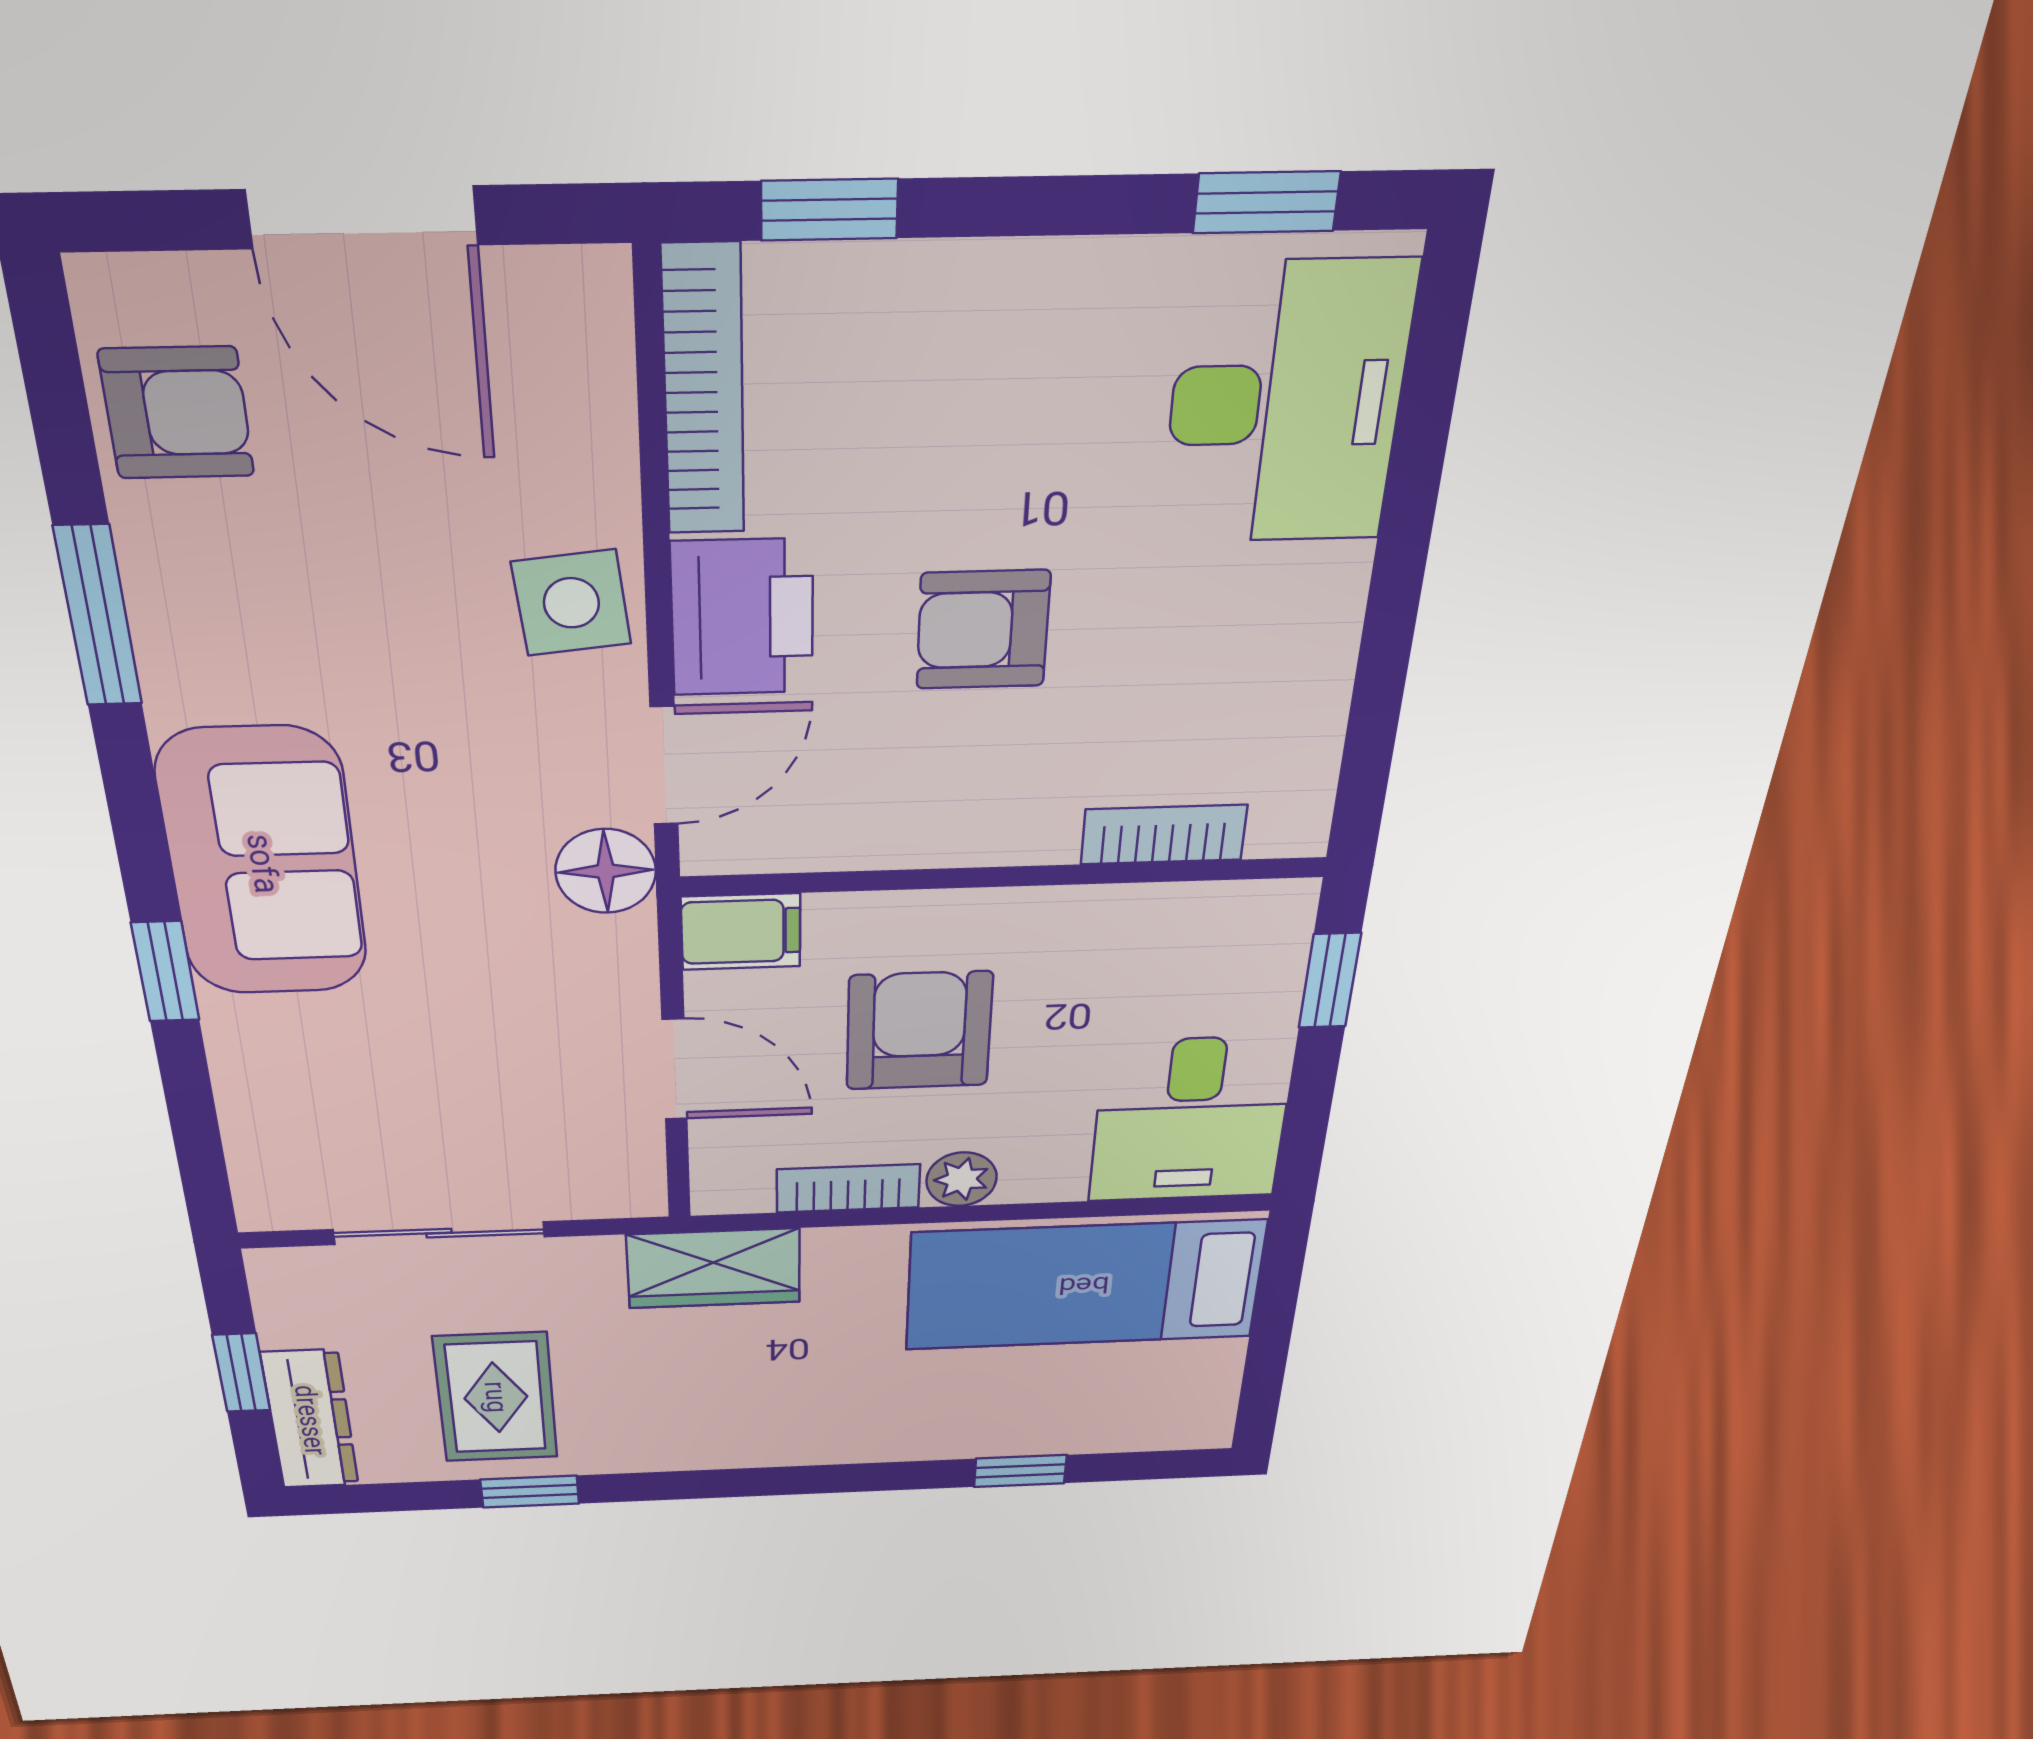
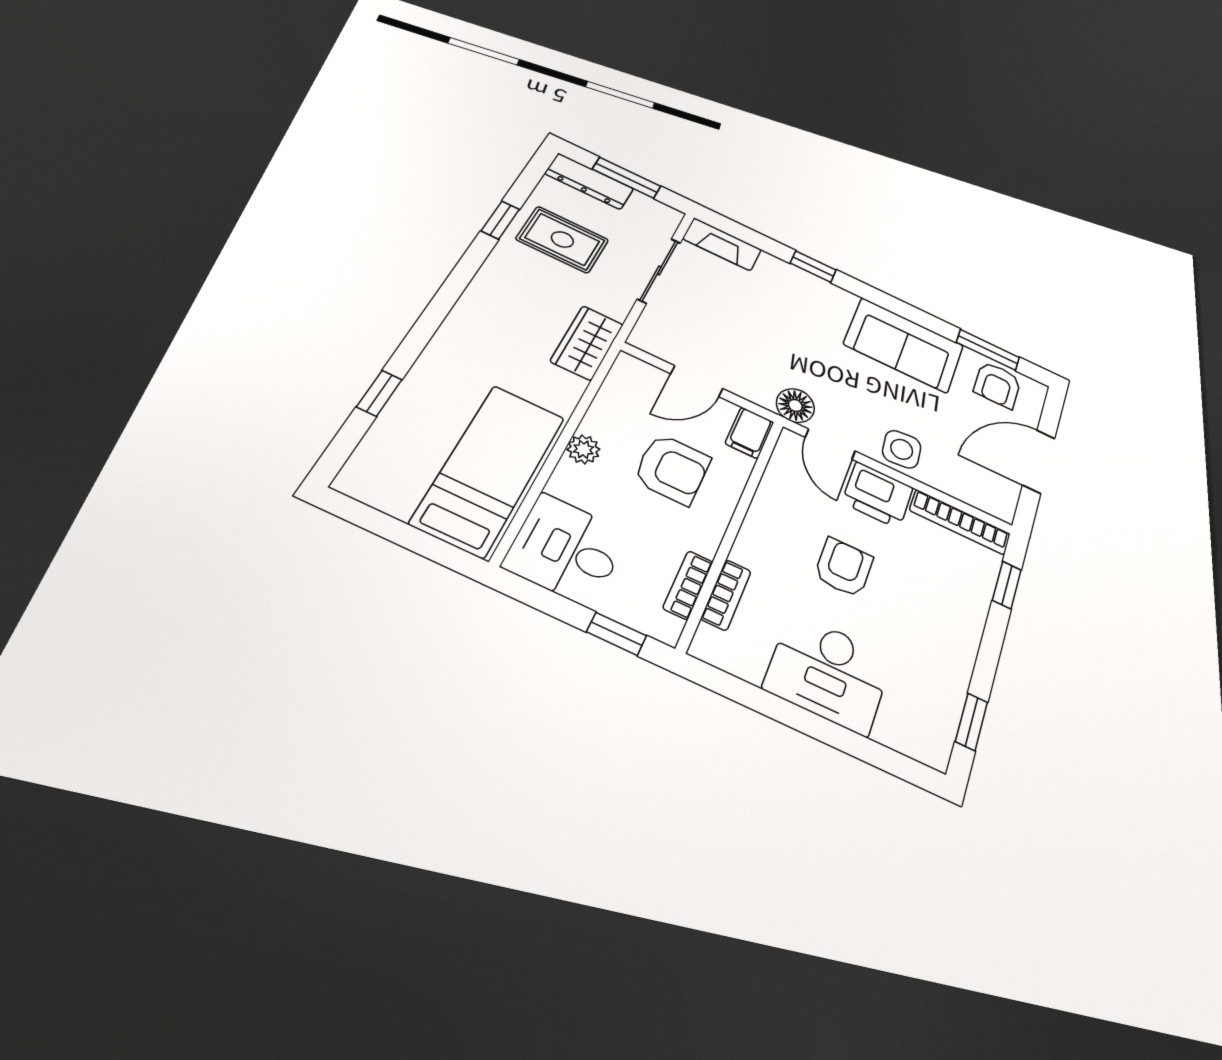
desk: (1286, 404) -> (828, 673), moved
window: (98, 616) -> (988, 350), moved
sofa: (263, 864) -> (904, 345), moved
fireplace: (266, 1160) -> (722, 244), added
bookcase: (848, 1188) -> (688, 585), moved, turned 180
window: (241, 1373) -> (627, 178), width x1.50

